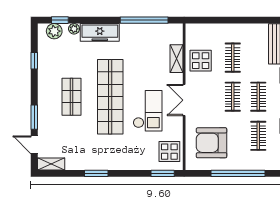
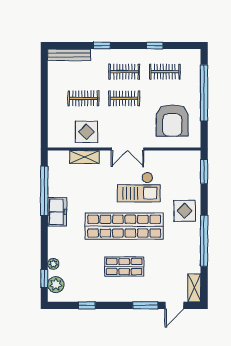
freezer: (100, 32) -> (57, 212), moved, width x0.71
checkout: (148, 111) -> (139, 187), turned 180
display table: (169, 152) -> (185, 211), moved
window: (96, 173) -> (204, 241), width x2.11

